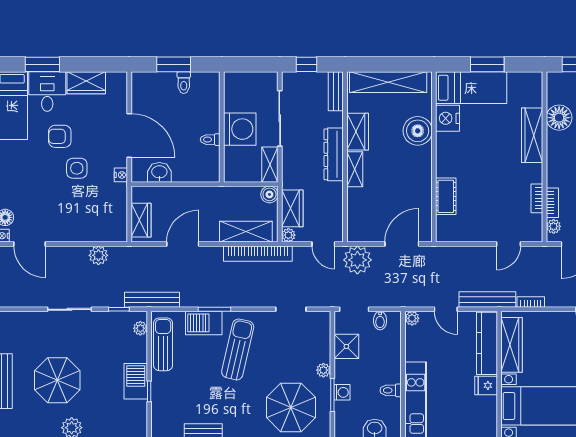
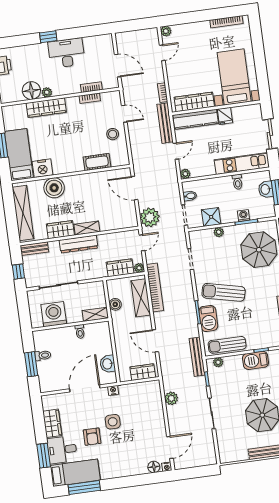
washing machine: (240, 129) -> (54, 314), moved
shelving: (270, 165) -> (95, 314), moved
boiler: (269, 194) -> (115, 304), moved
stool: (482, 224) -> (113, 134), added
plant: (554, 226) -> (47, 92), moved
plant: (323, 370) -> (219, 232), moved

